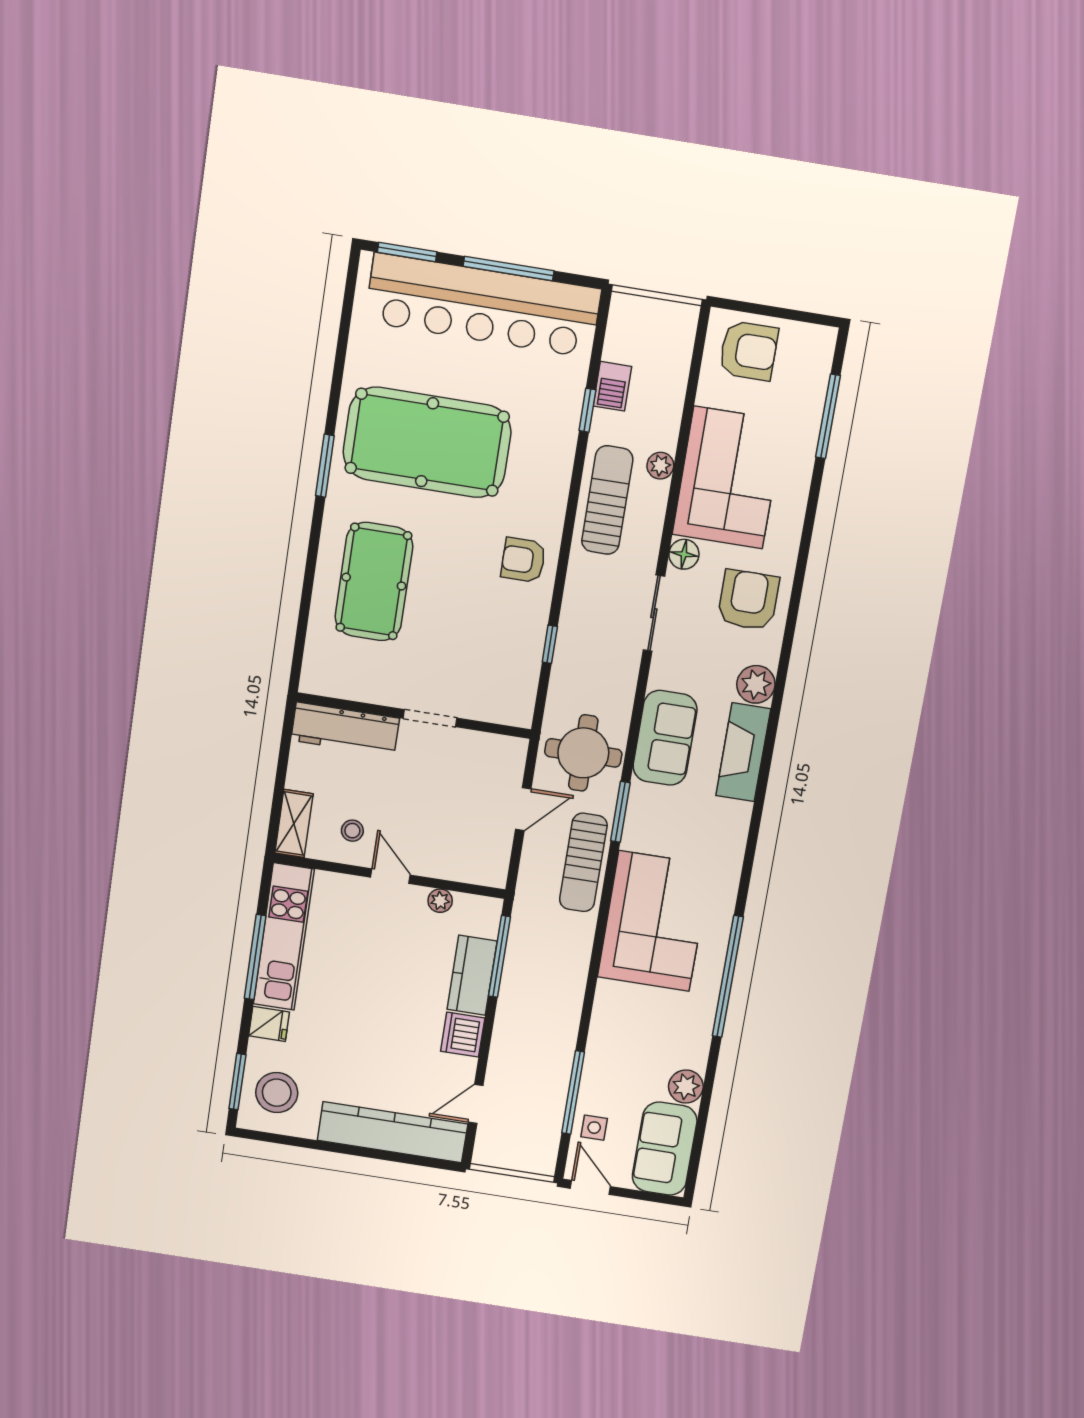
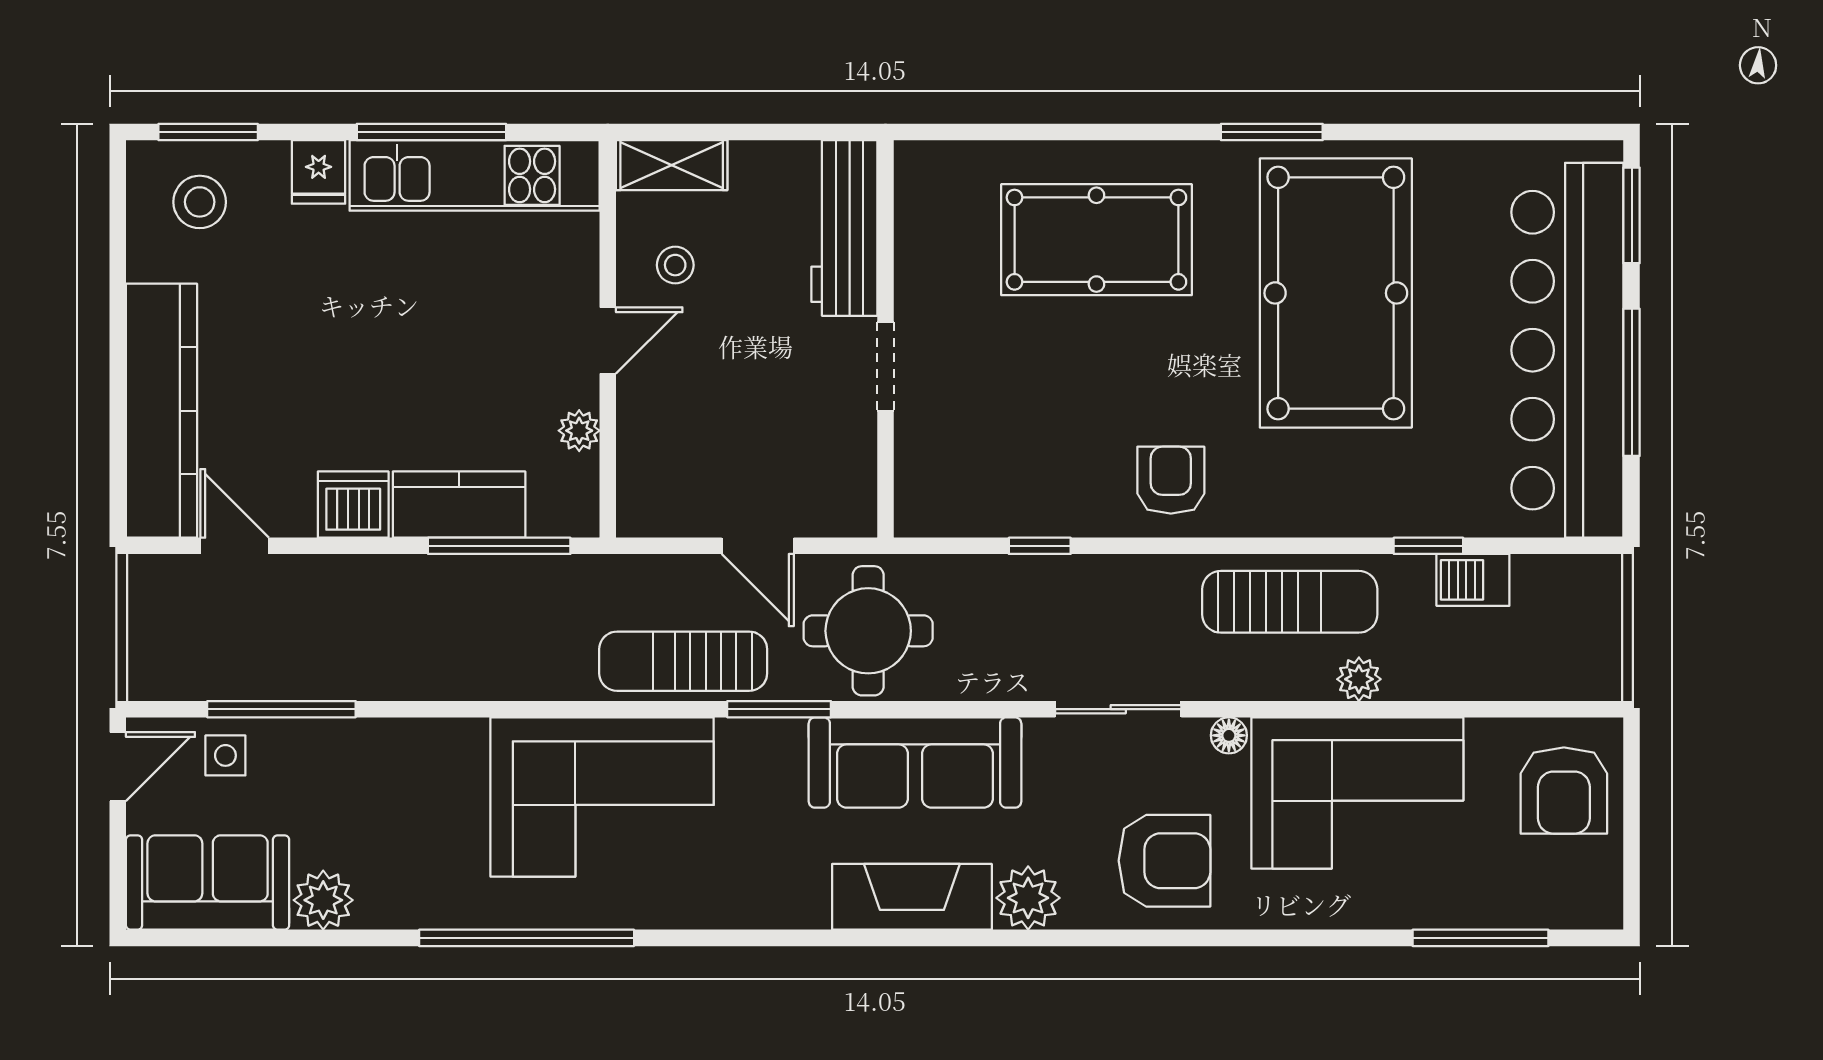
floor lamp: (684, 554) -> (1229, 735), width x0.73, depth x0.73
sofa: (665, 738) -> (915, 763), width x1.36
stool: (277, 1093) -> (200, 202), width x0.73, depth x0.73

